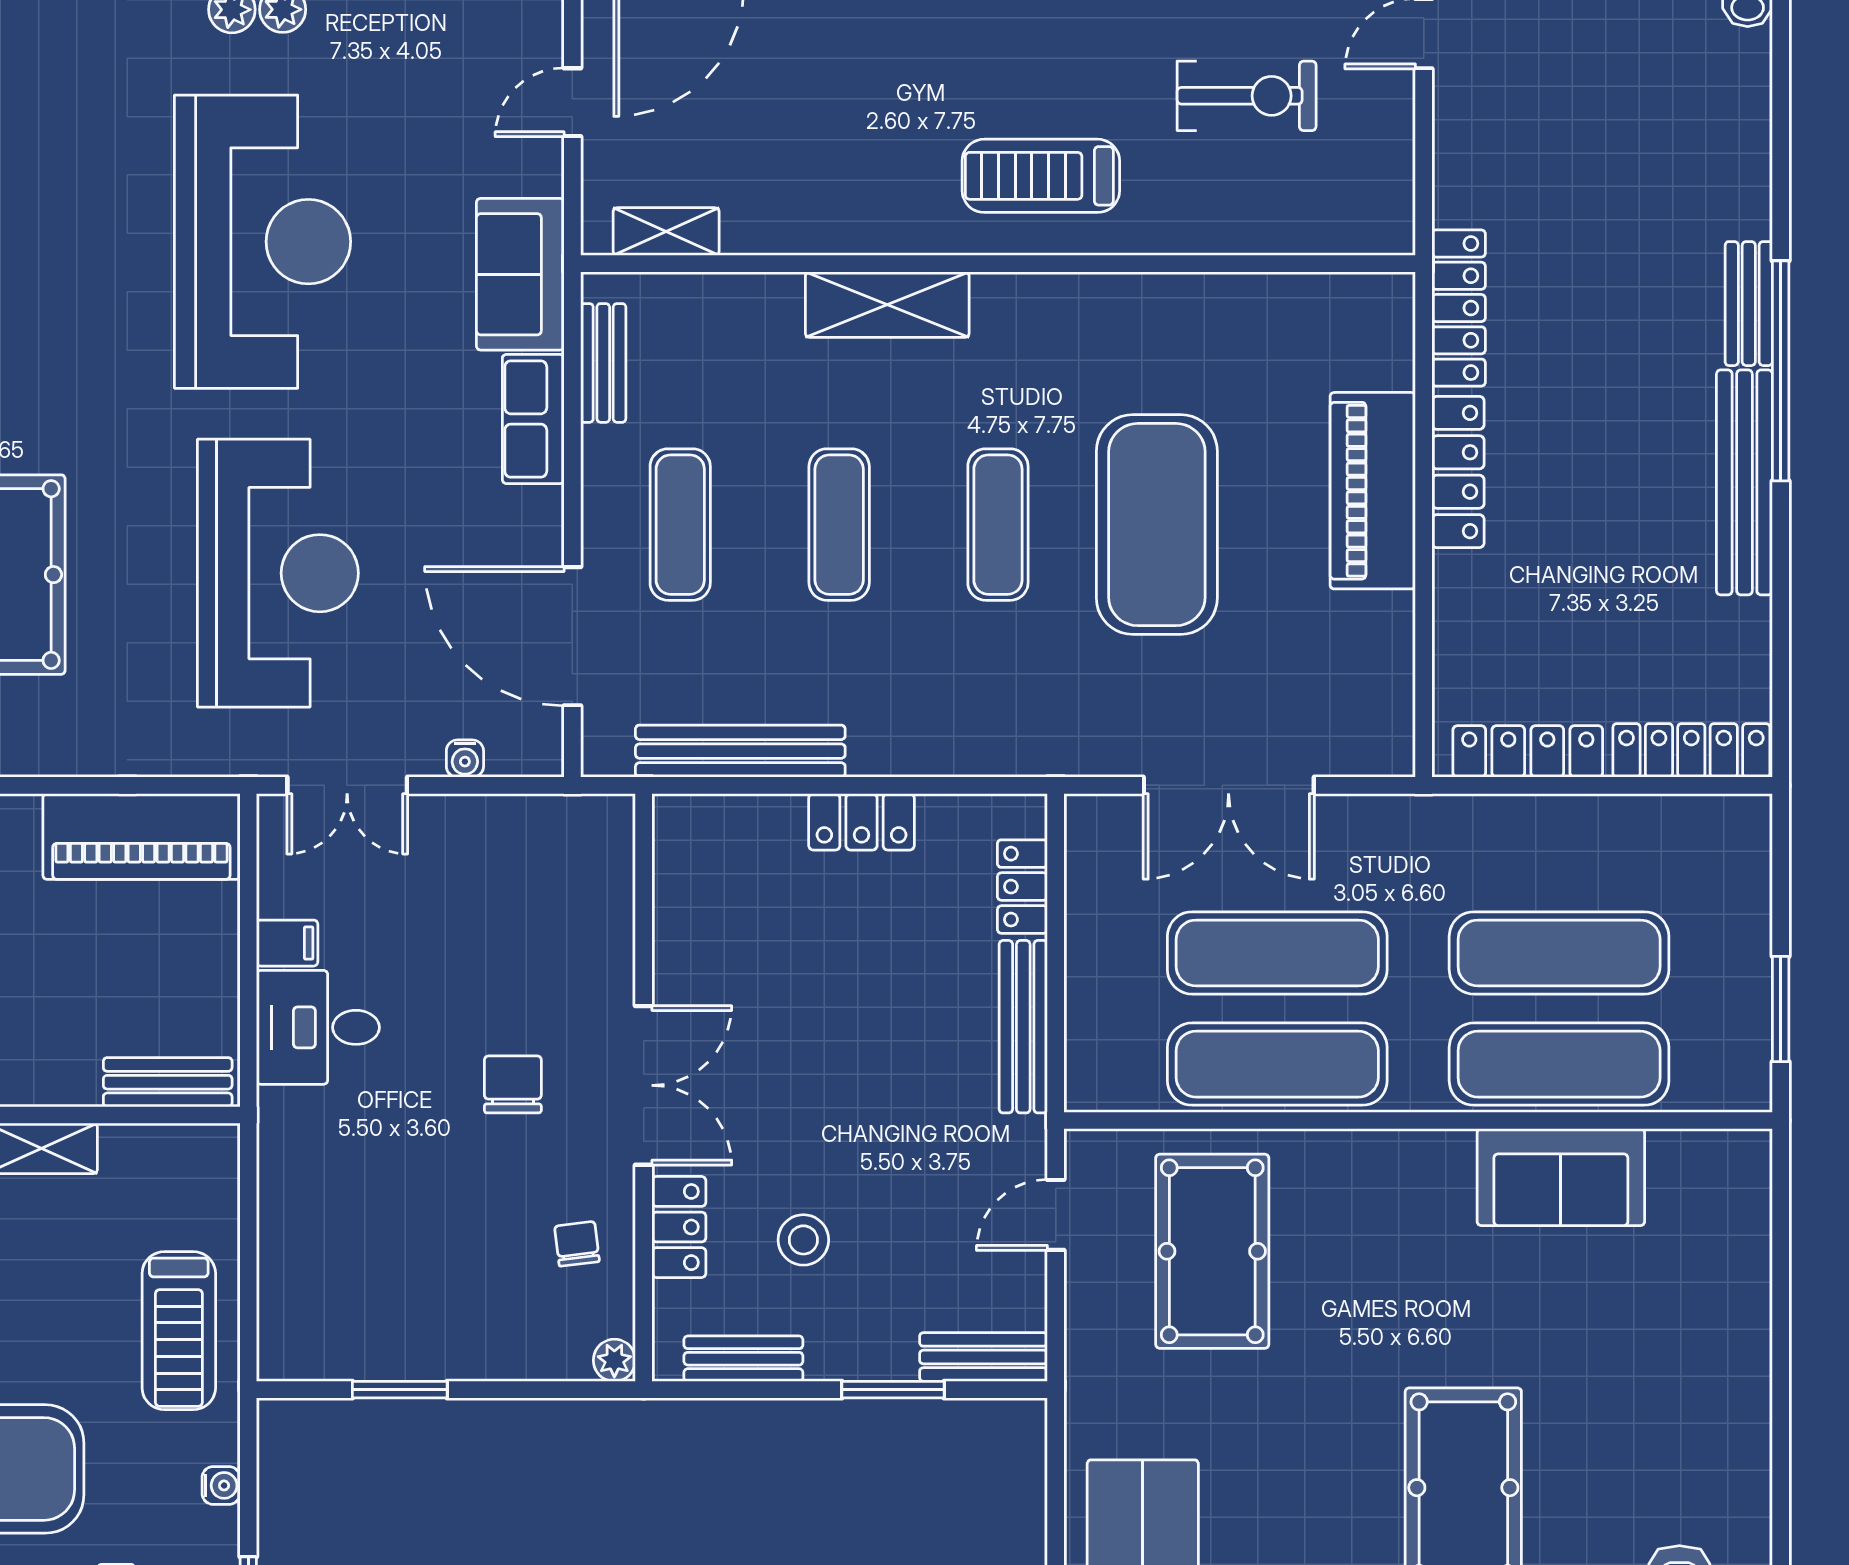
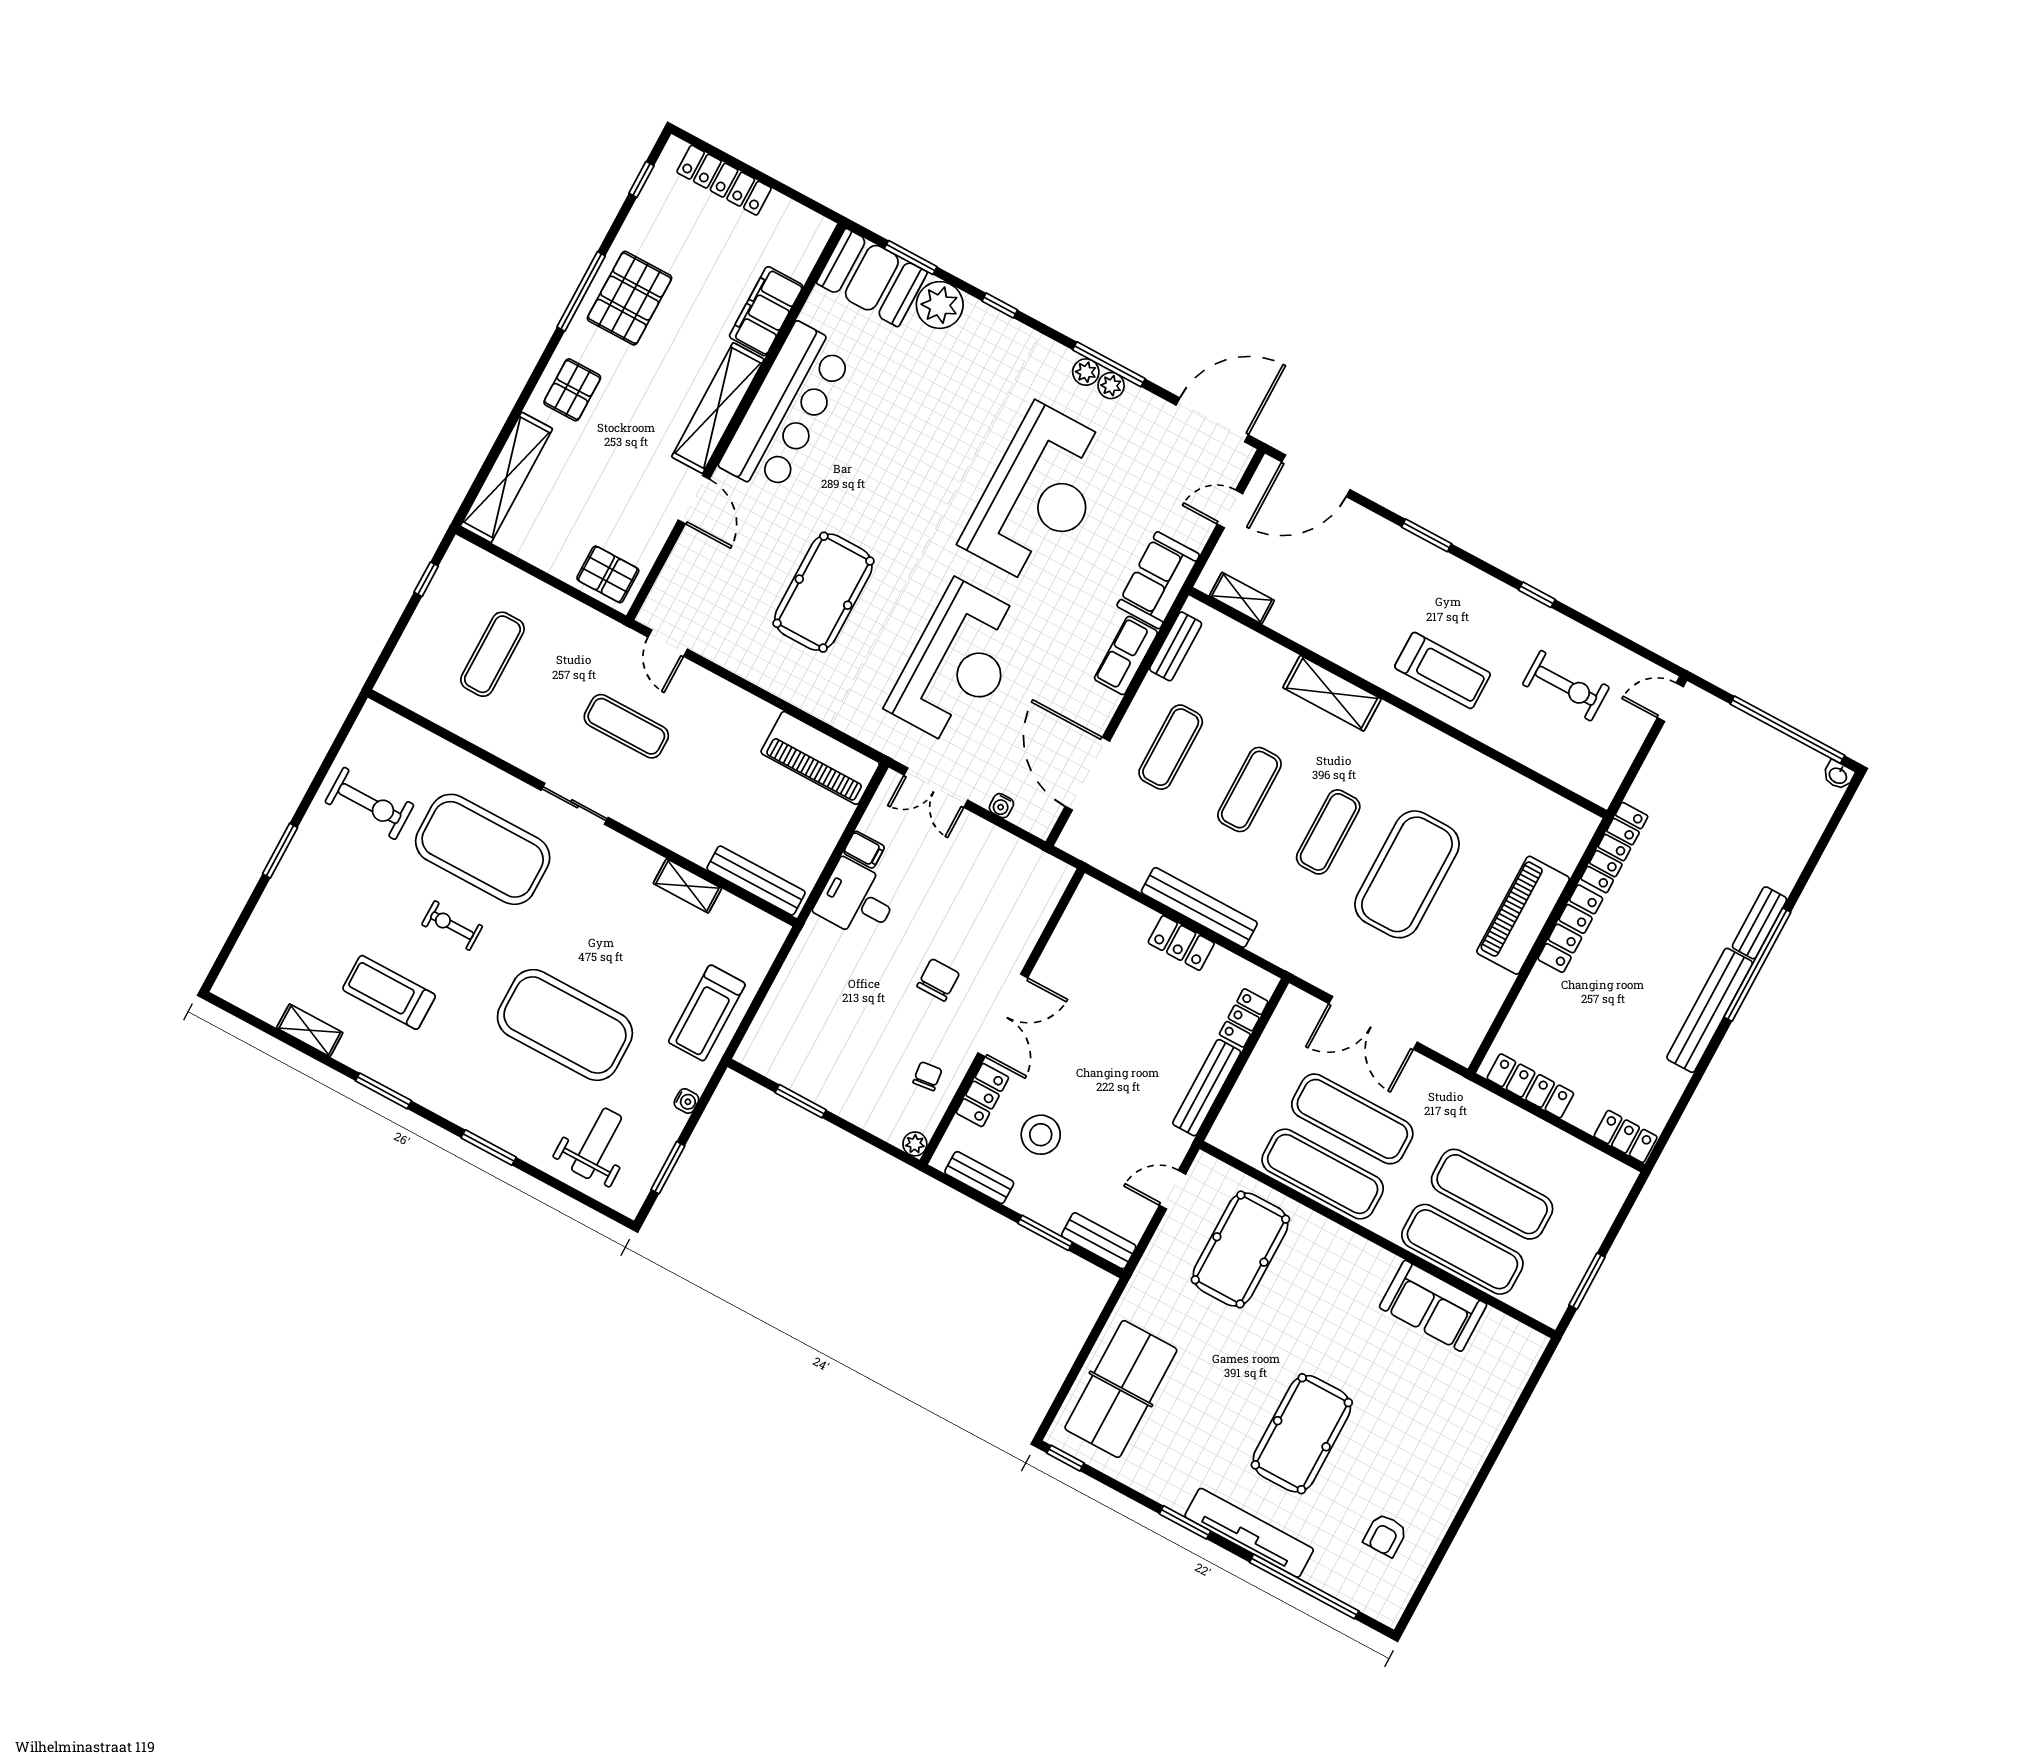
treadmill: (1041, 176) -> (1443, 670), turned 180
locker: (1691, 750) -> (1626, 1136), width x0.66
bench: (740, 751) -> (1199, 907), moved
bench: (168, 1082) -> (756, 880), width x1.36
stool: (803, 1240) -> (1041, 1135), width x1.38, depth x1.38

